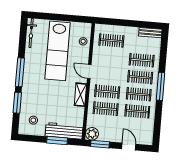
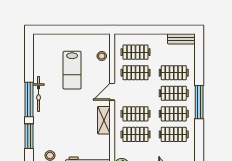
bicycle: (31, 33) -> (39, 94), moved
lab bench: (58, 51) -> (72, 70), width x0.54, depth x0.72
clothes rail: (110, 58) -> (136, 73), added
door: (89, 72) -> (112, 92), hinge flipped

